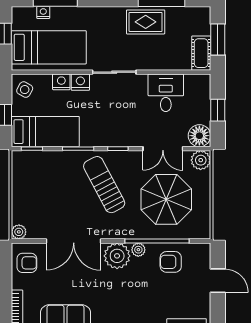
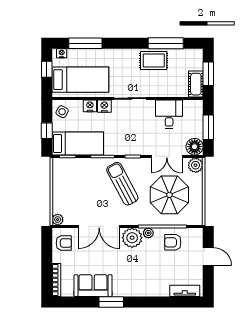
nightstand: (43, 12) -> (62, 53), moved
window: (218, 110) -> (208, 127), width x1.50

